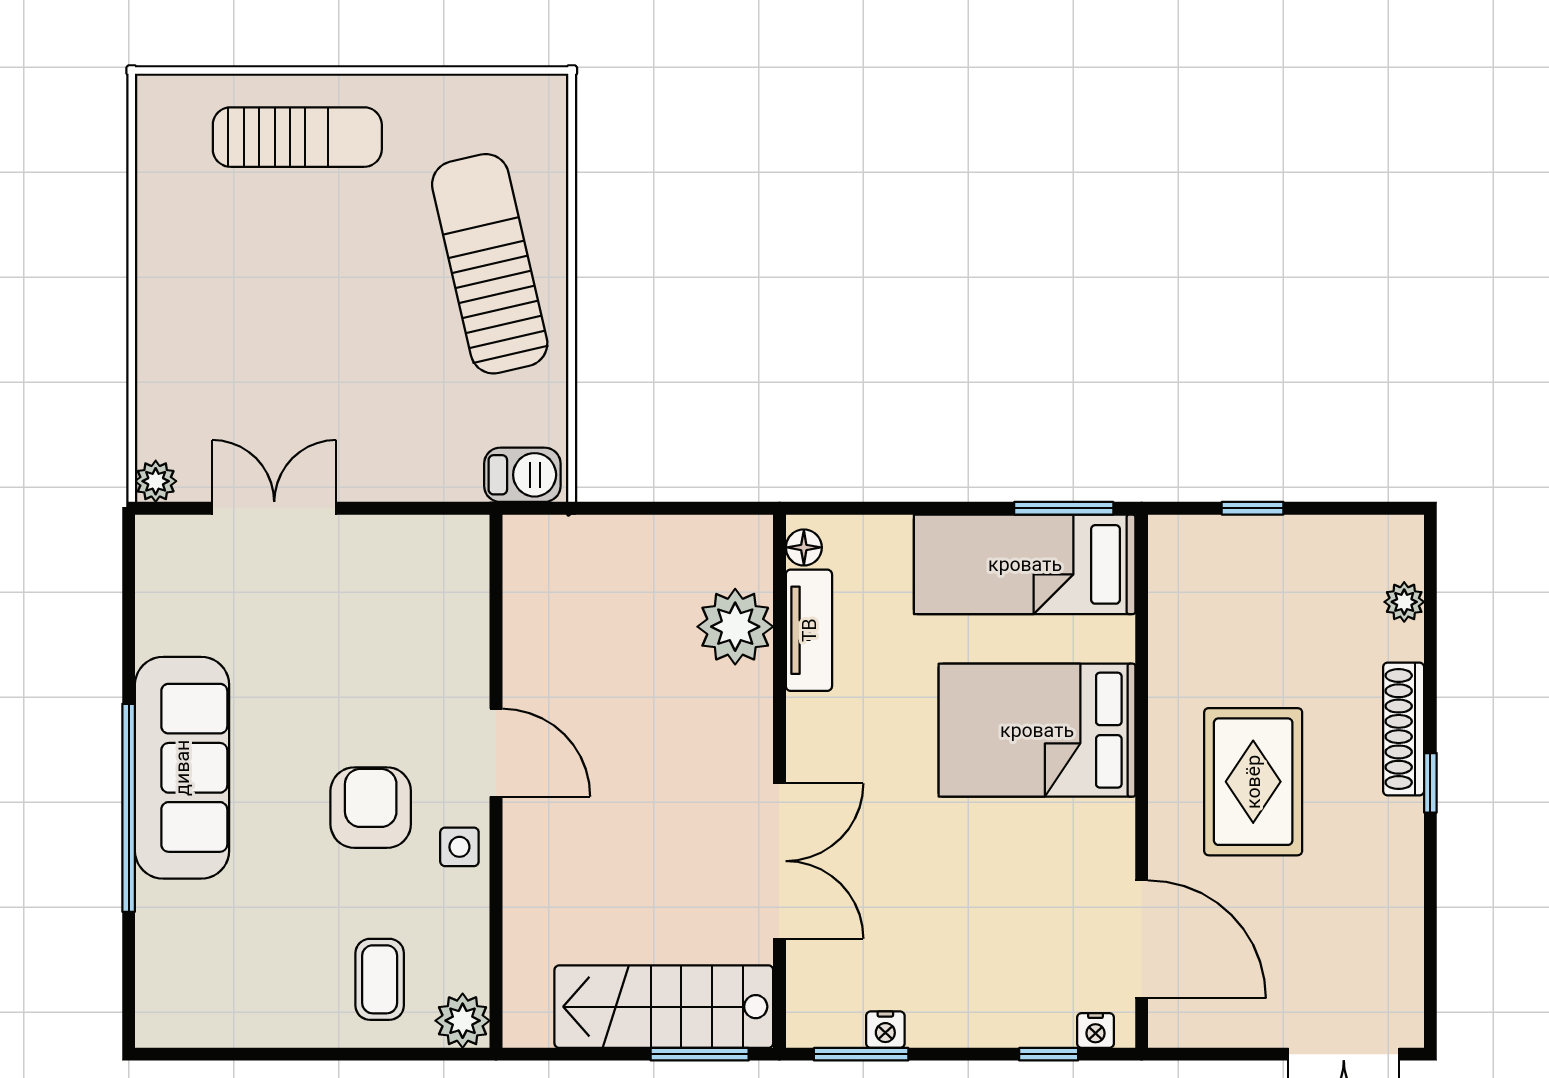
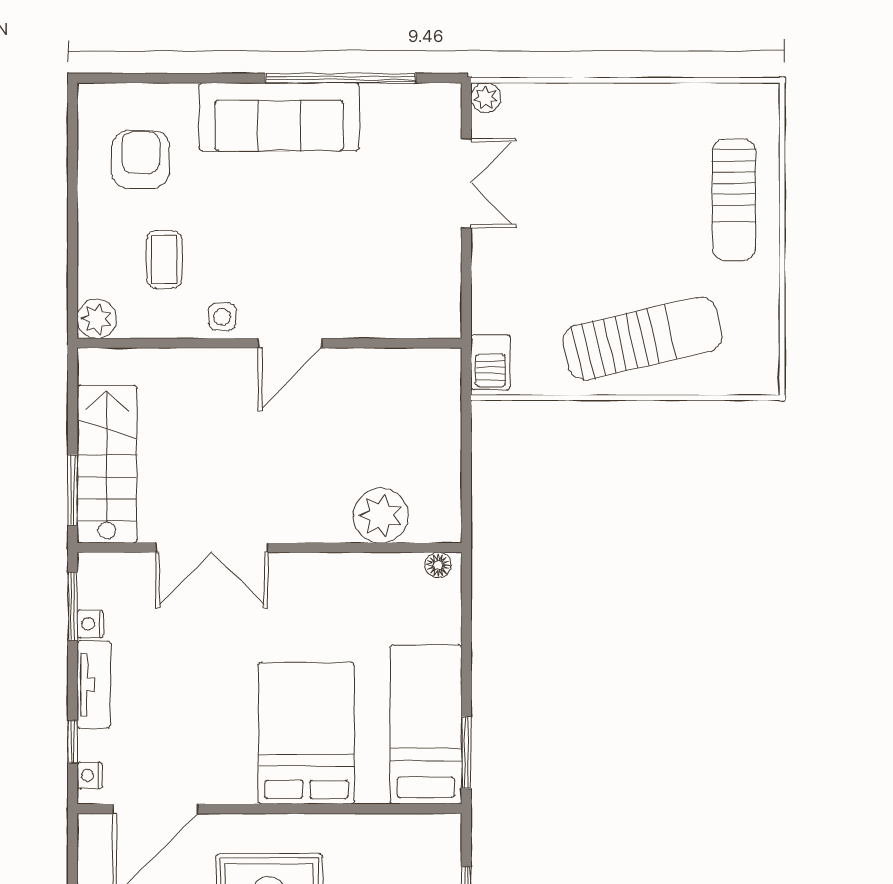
tv unit: (809, 630) -> (94, 685), moved, turned -90
window: (129, 808) -> (340, 78), moved
armchair: (371, 808) -> (141, 159), moved, turned -89
coffee table: (380, 979) -> (164, 259), moved, turned 90

